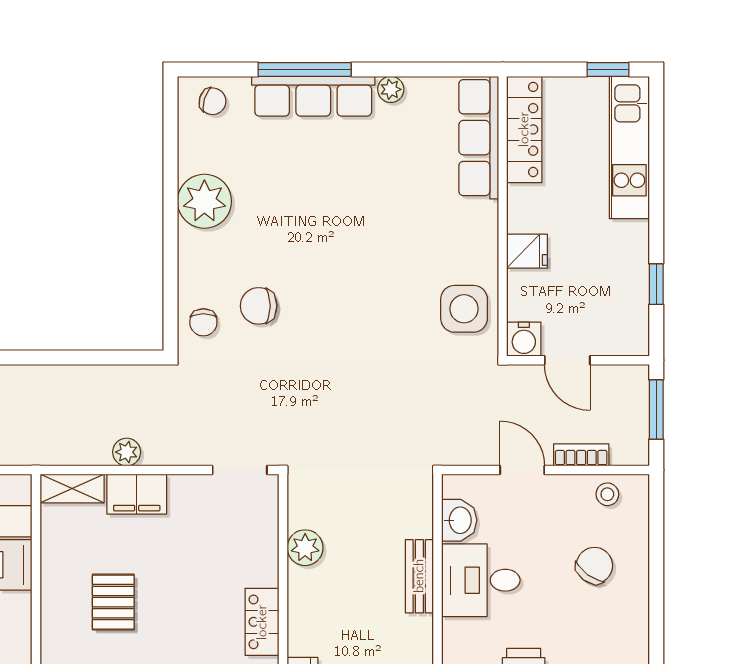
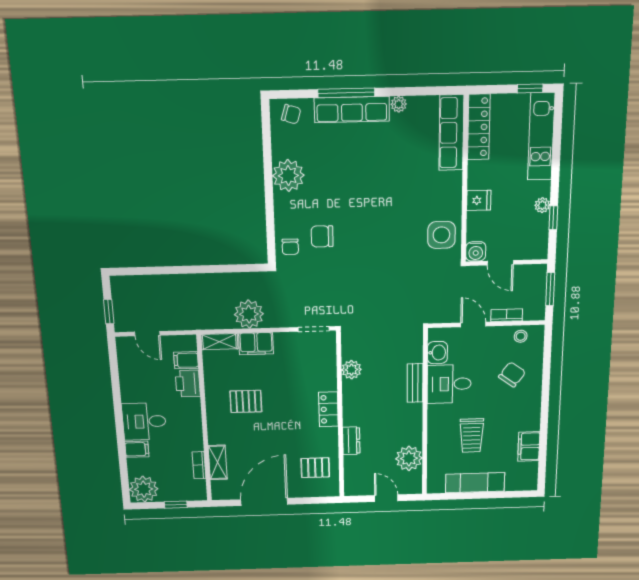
plant: (636, 262) -> (542, 205), added
plant: (127, 452) -> (249, 314), width x1.88, depth x1.88
pallet: (113, 602) -> (246, 401), turned 90

